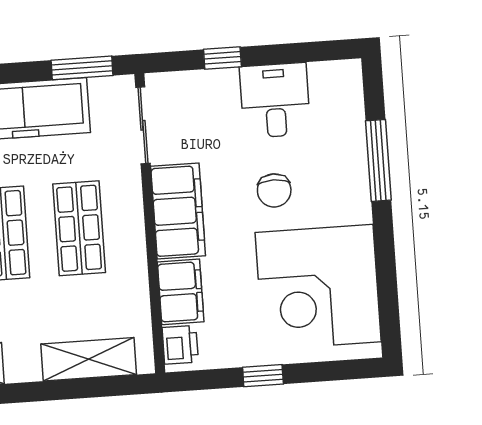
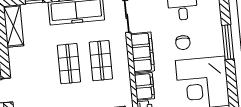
window: (378, 160) -> (228, 42), moved

